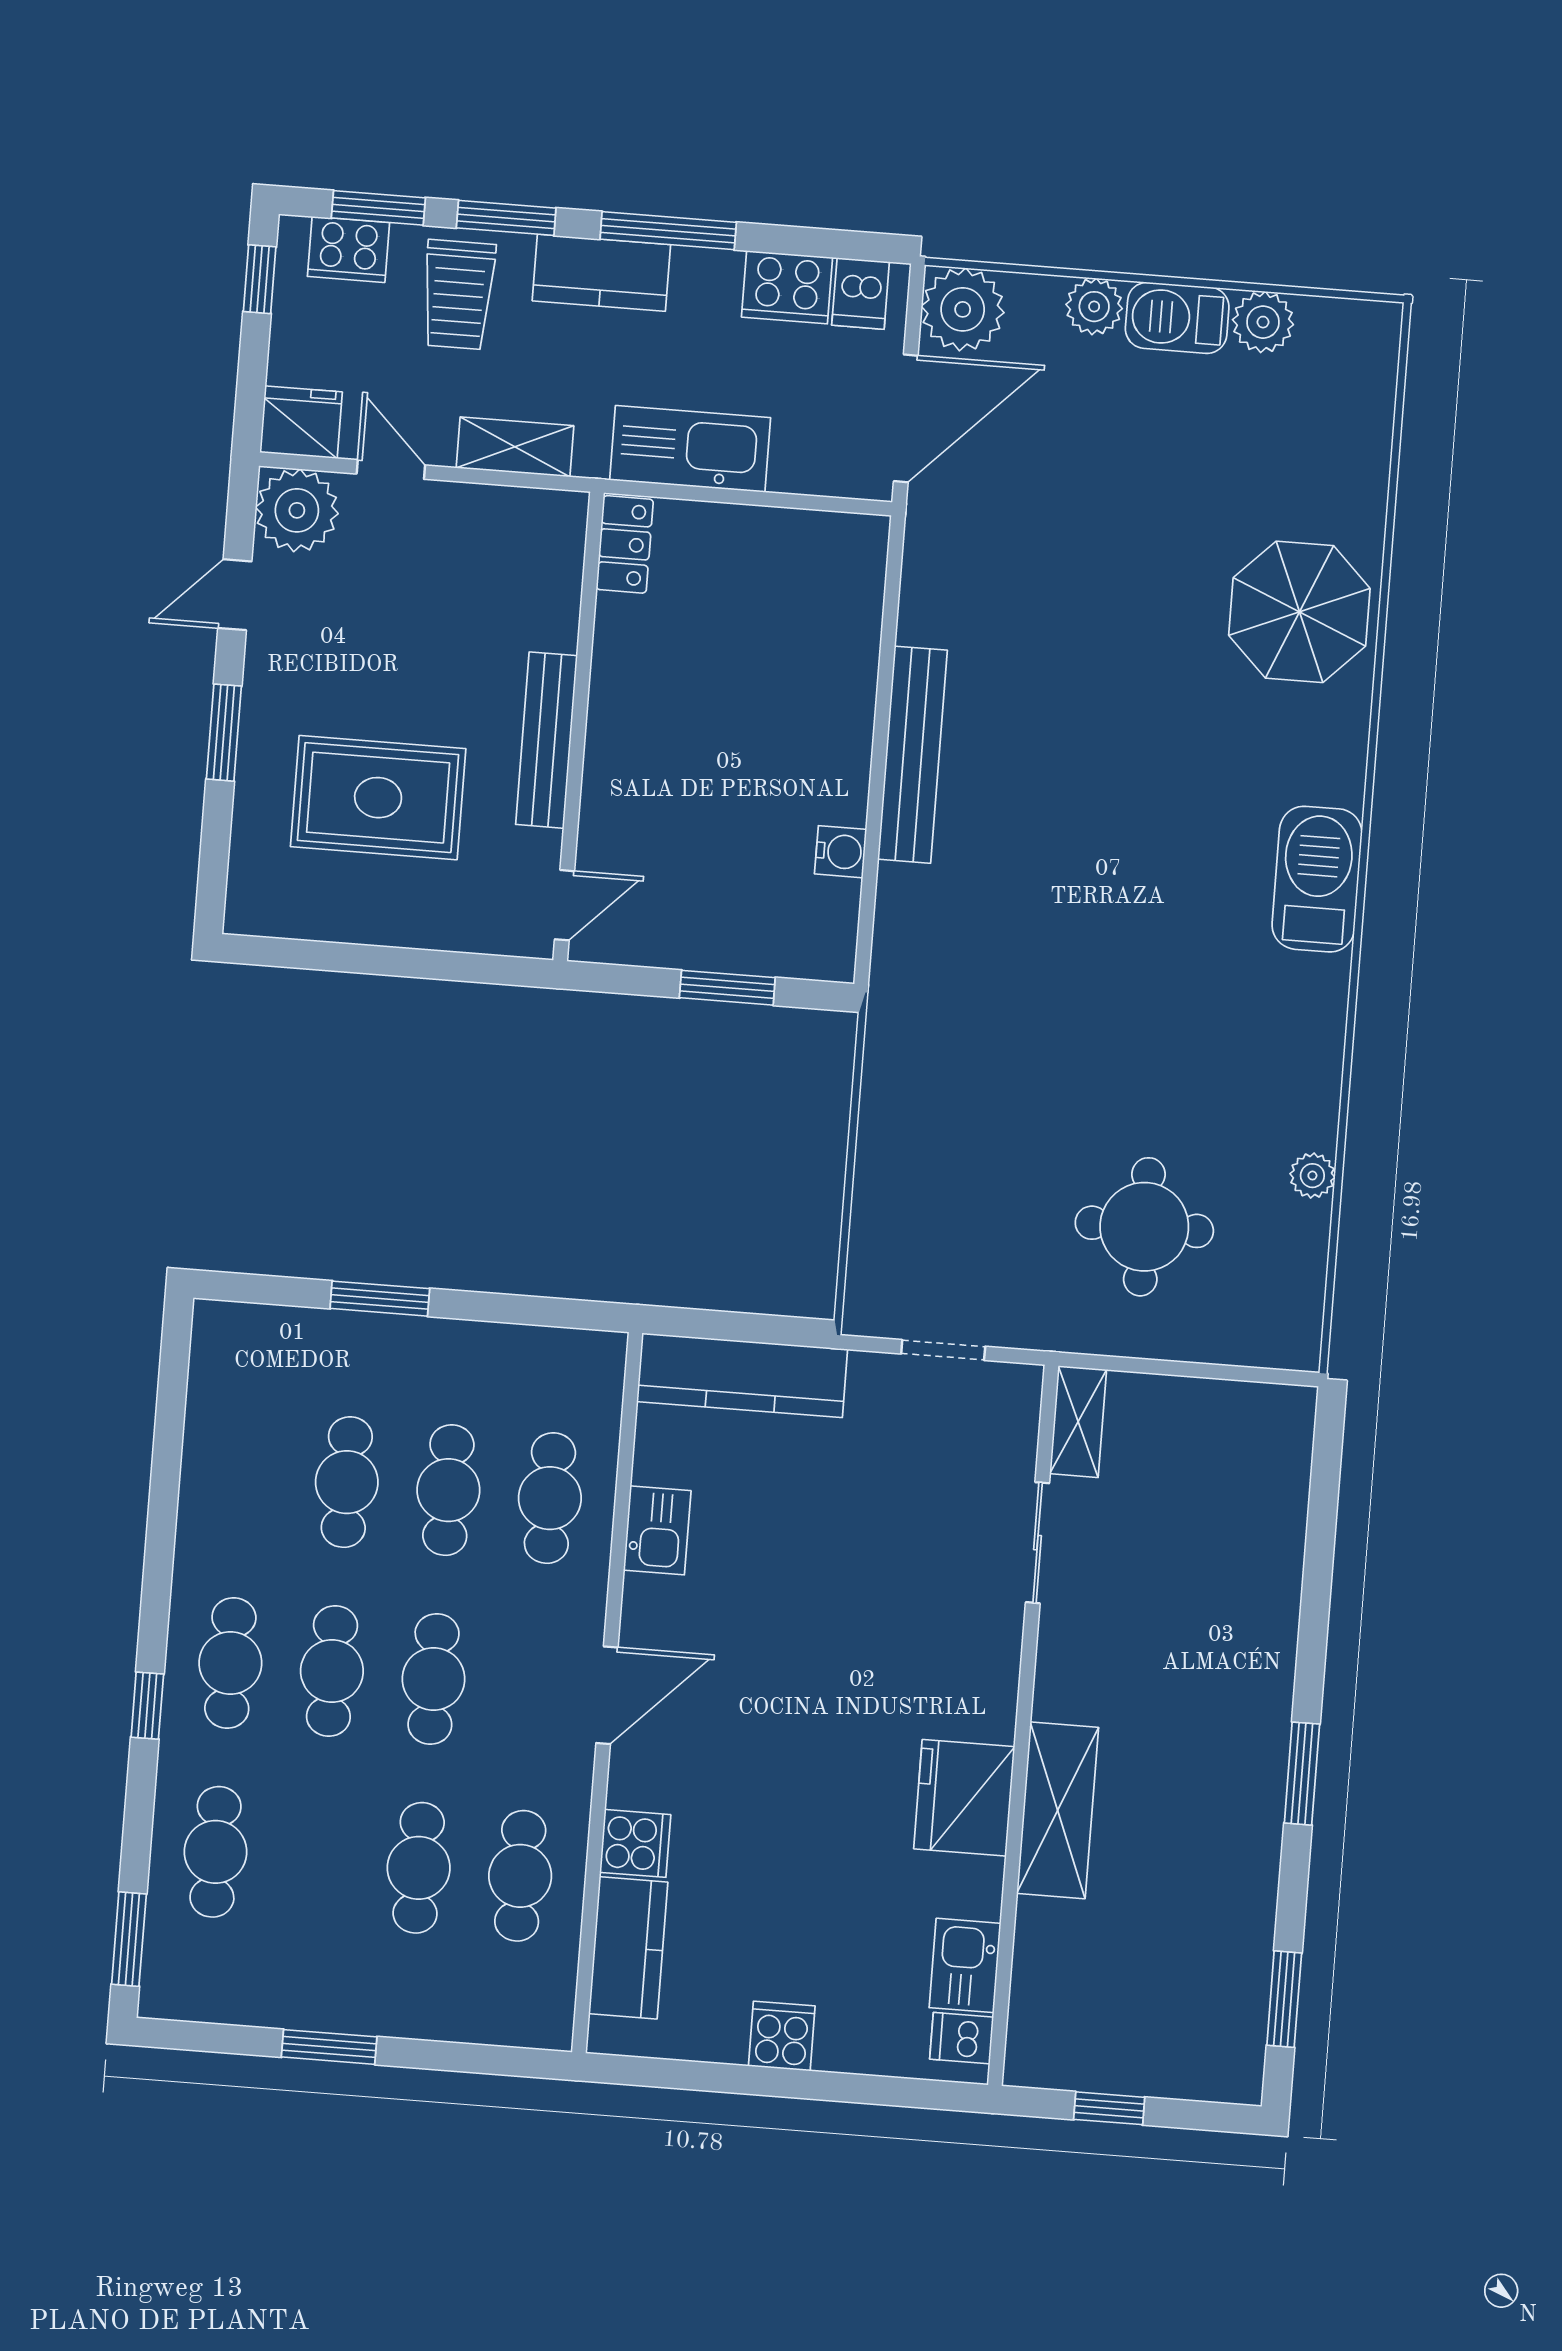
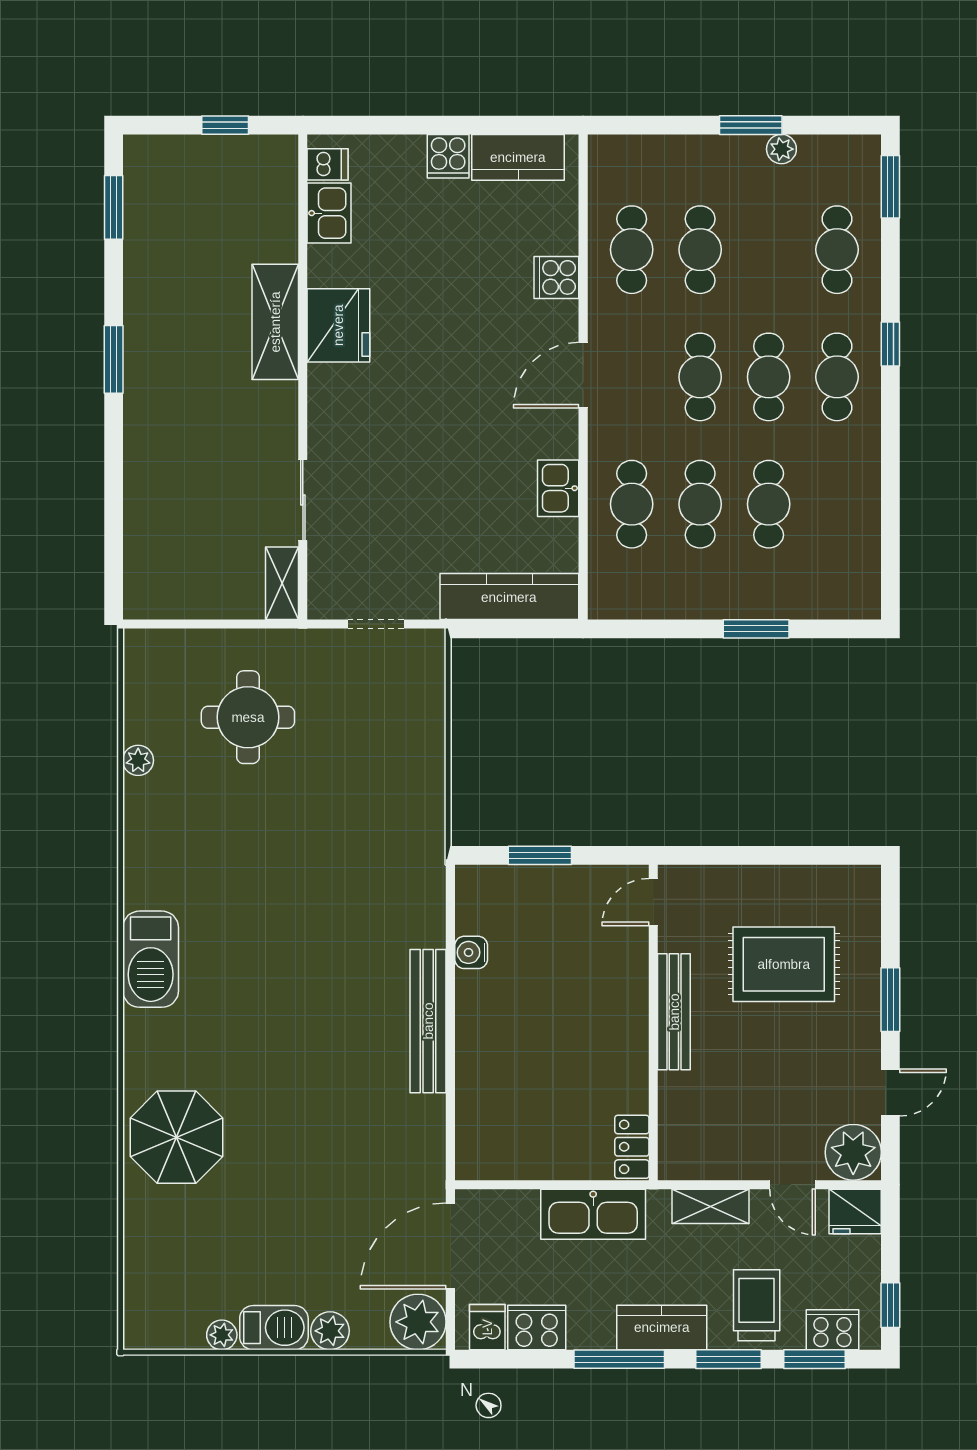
plant: (1263, 322) -> (222, 1335), width x0.73, depth x0.73
kitchen counter: (628, 1948) -> (518, 157), moved, turned -90
plant: (286, 2008) -> (781, 149), added

